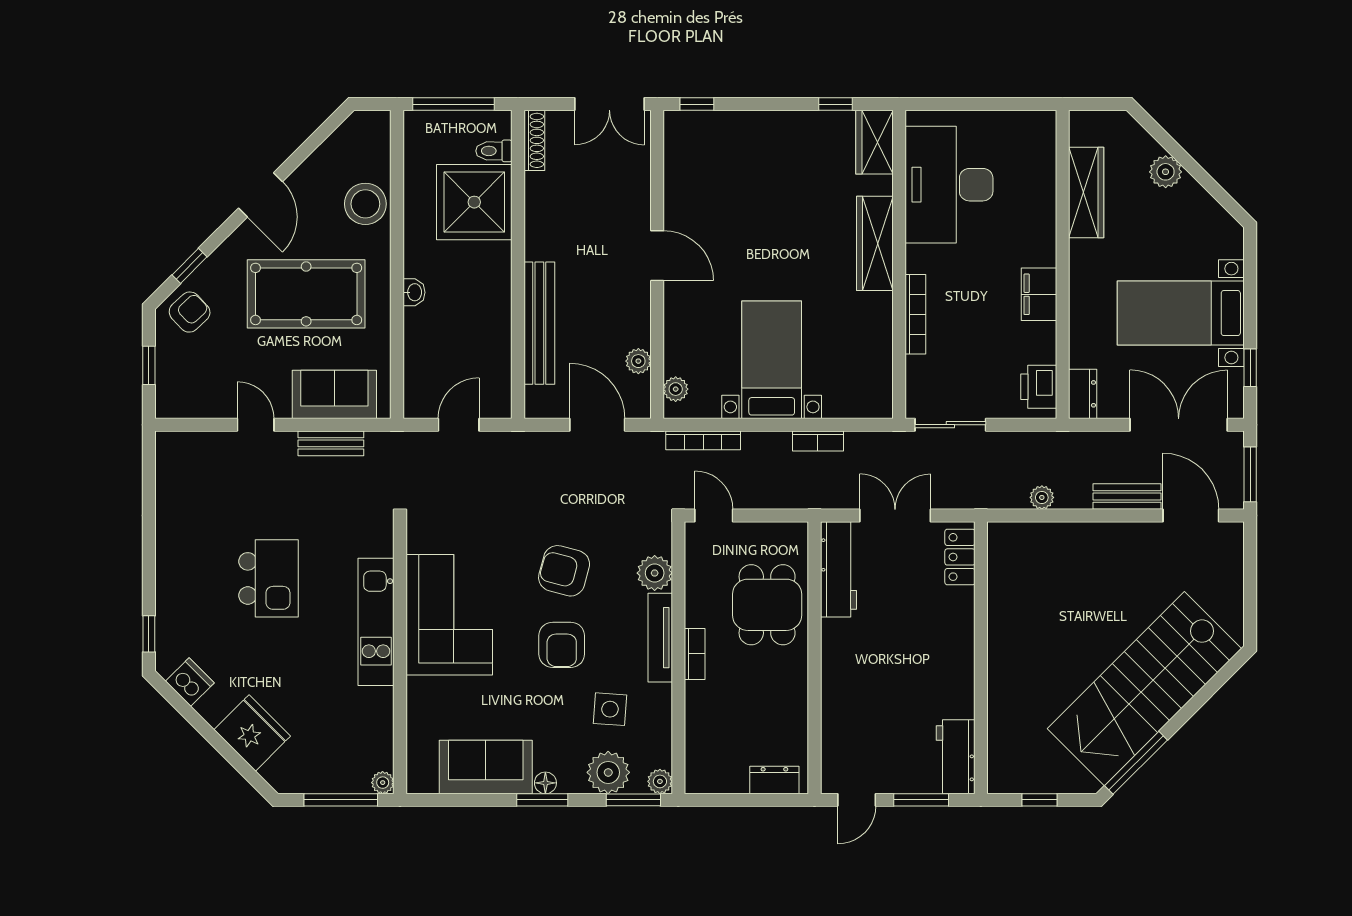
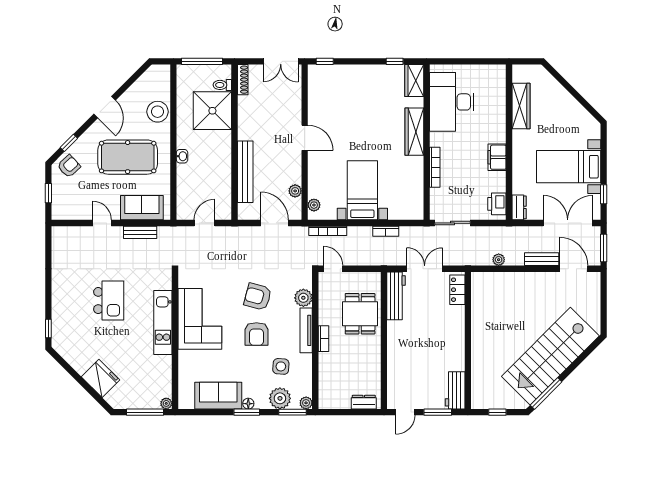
plant: (1166, 172) -> (561, 95), removed
dishwasher: (190, 682) -> (69, 353), removed

